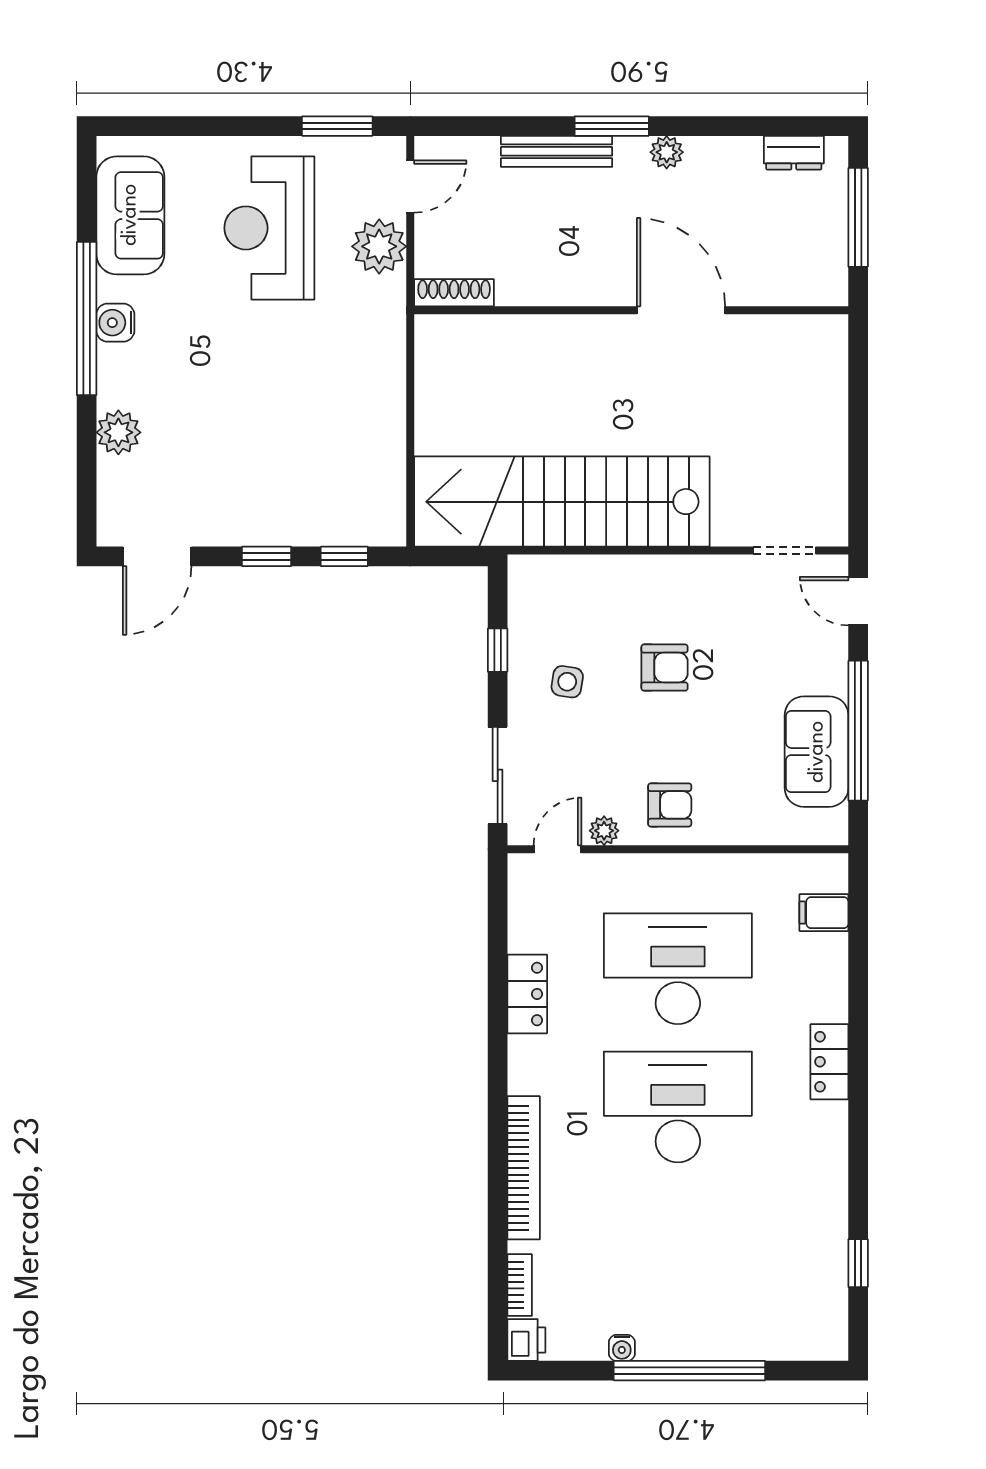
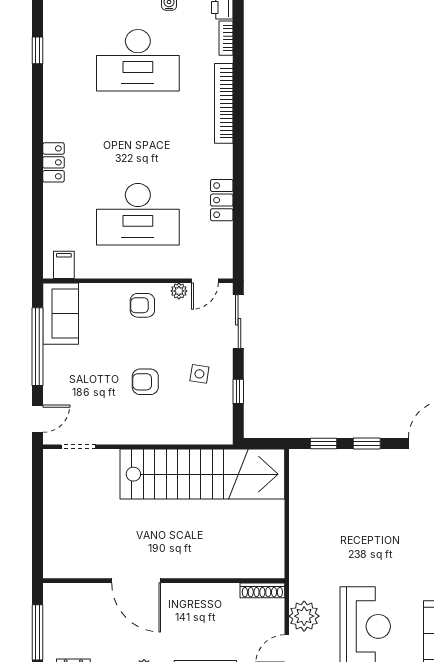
door: (858, 601) -> (38, 419), hinge flipped
sofa: (817, 752) -> (61, 314), moved
filing cabinet: (824, 913) -> (64, 265), moved, turned -90
desk: (678, 1107) -> (138, 60), moved

